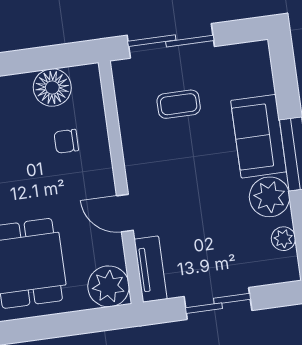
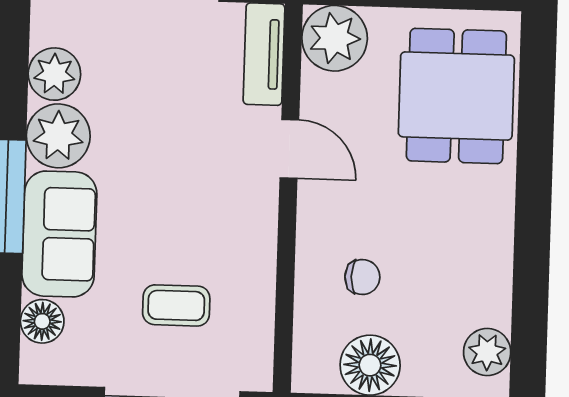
floor lamp: (260, 80) -> (42, 321), added
plant: (283, 239) -> (54, 74), width x1.38, depth x1.38

